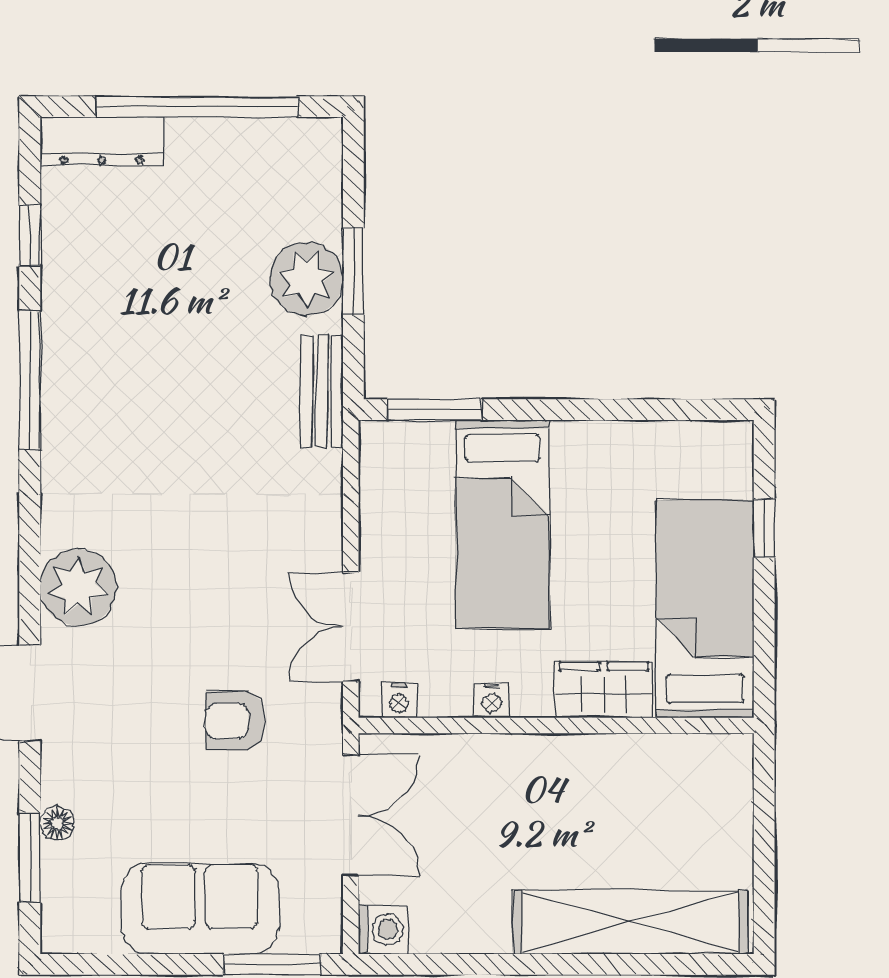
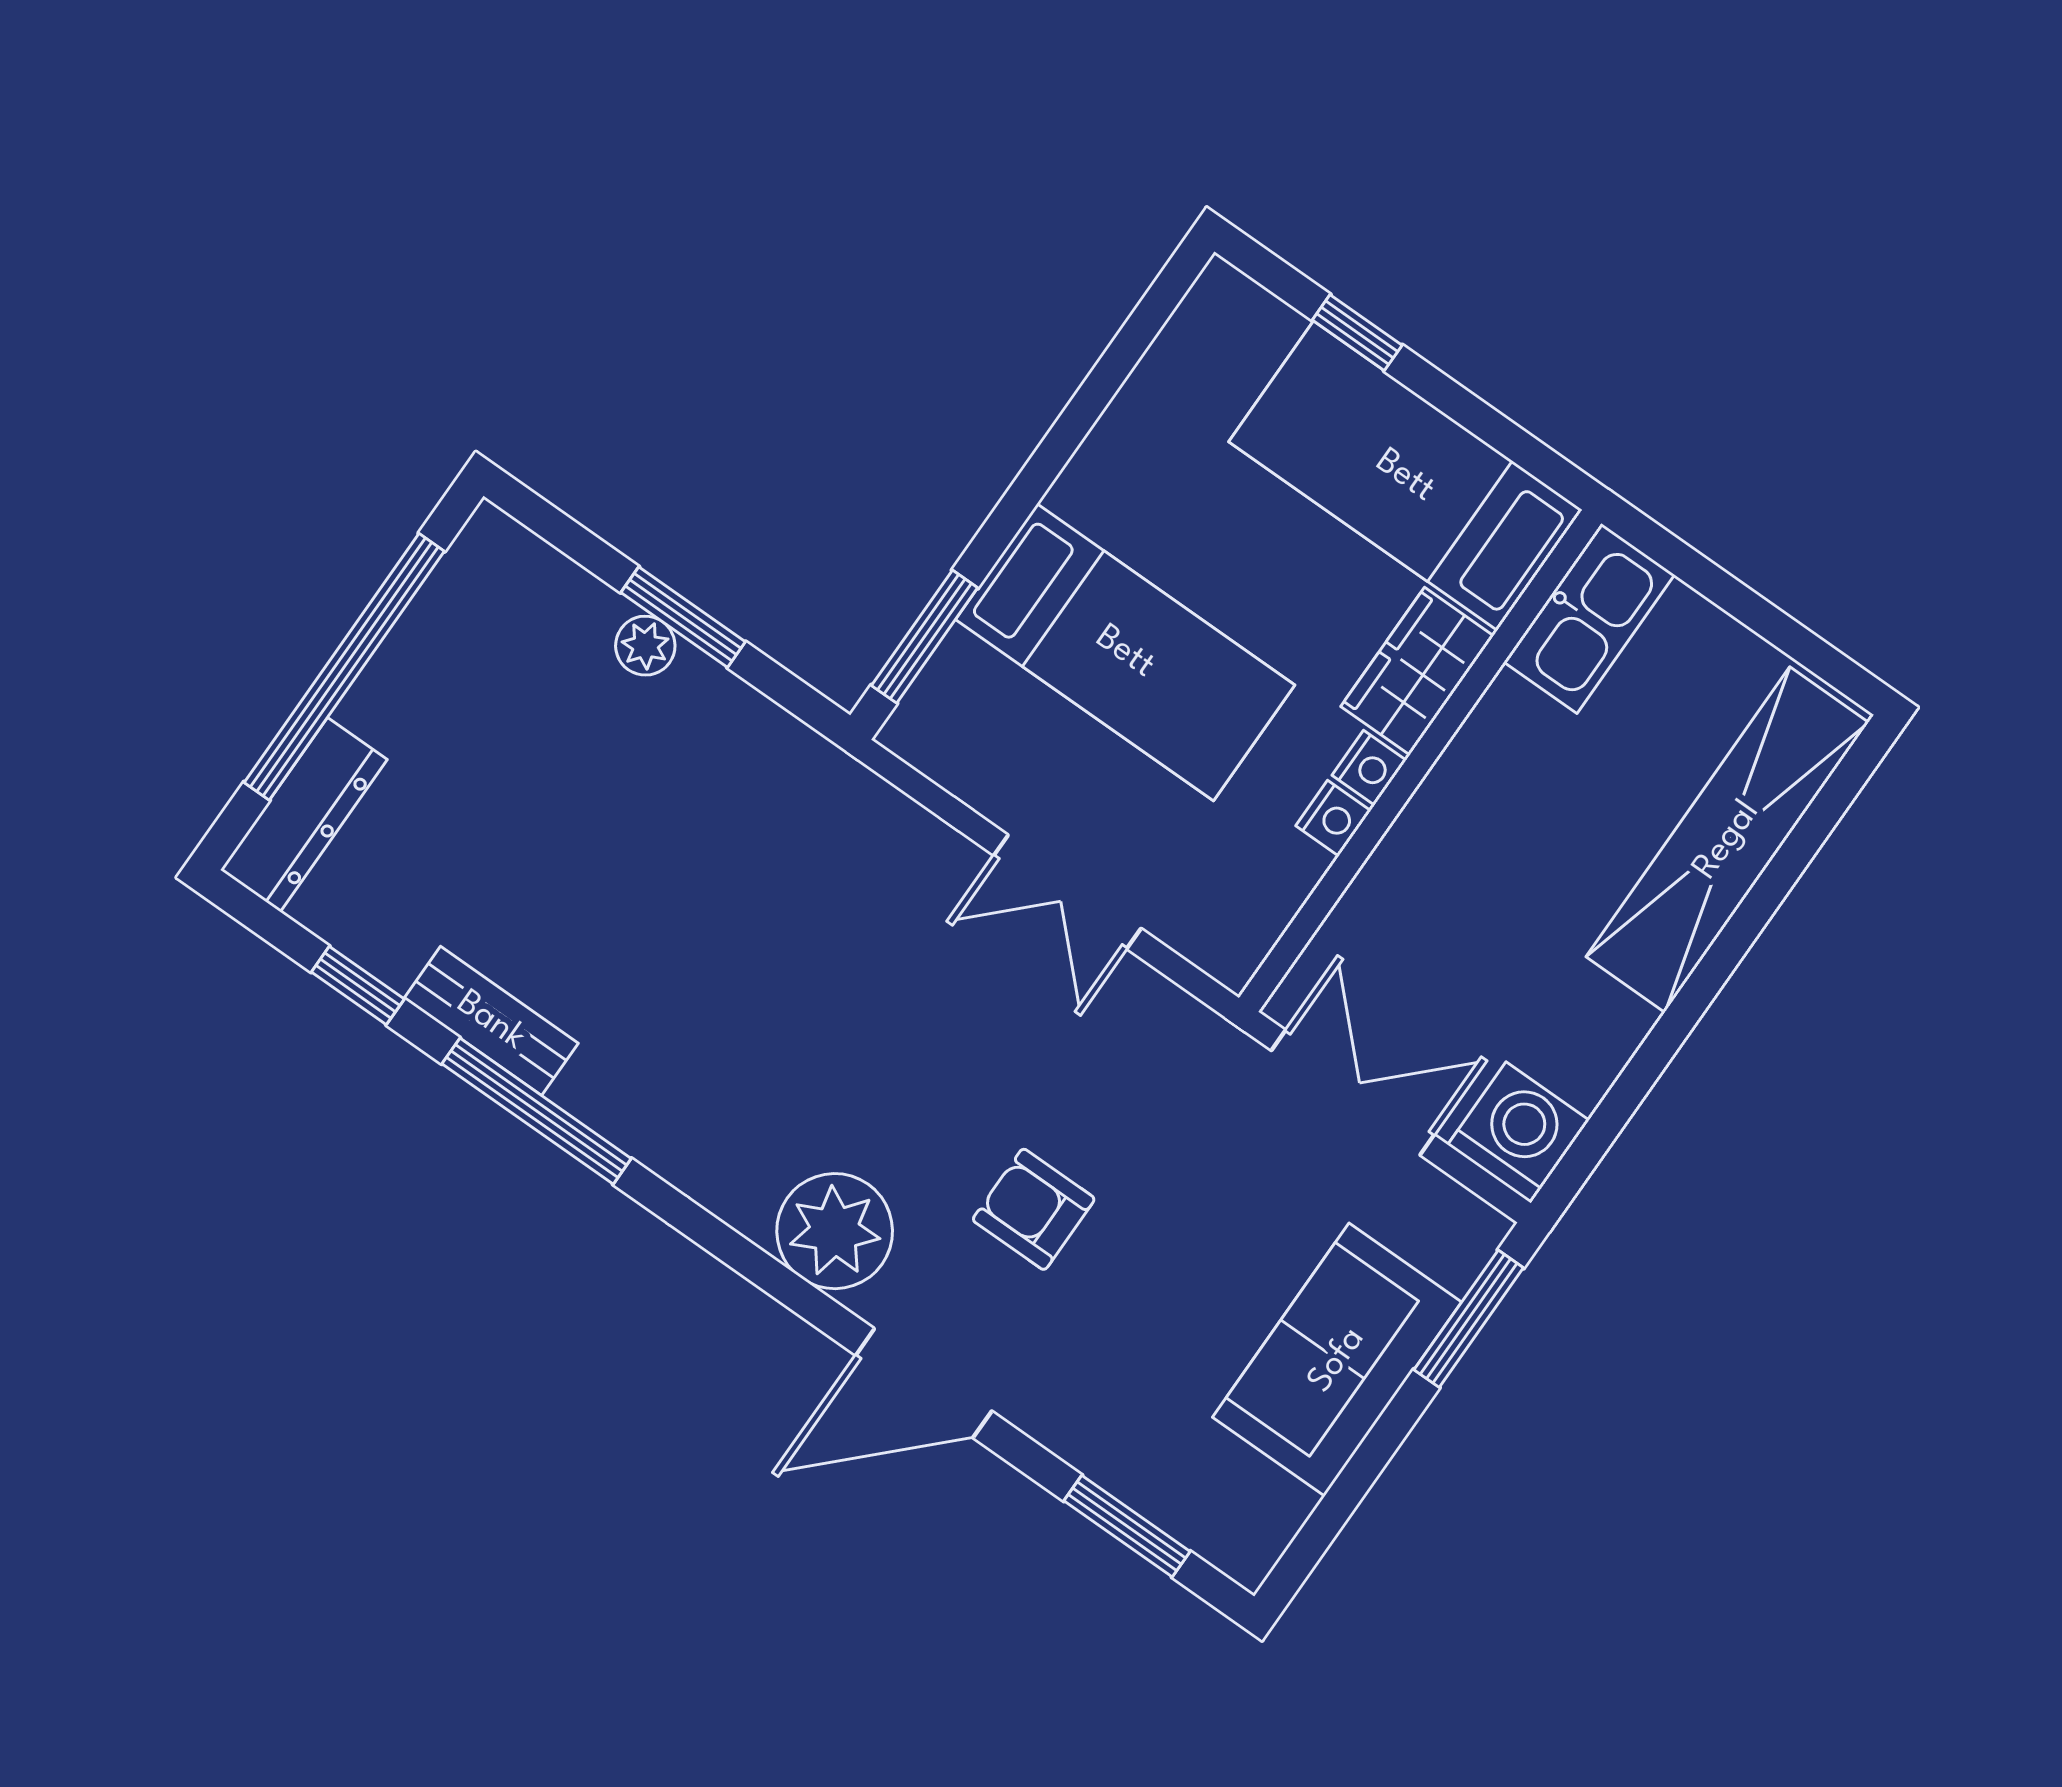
plant: (306, 279) -> (645, 646), width x0.53, depth x0.53
bench: (322, 391) -> (491, 1021), moved
double door: (351, 627) -> (1067, 892), moved
nightstand: (399, 701) -> (1369, 768), moved
armchair: (235, 721) -> (1034, 1209), moved, turned 90
kitchen sink: (698, 763) -> (1589, 618), added
floor lamp: (57, 823) -> (1108, 1462), removed
washing machine: (383, 930) -> (1518, 1133), width x1.38, depth x1.38

